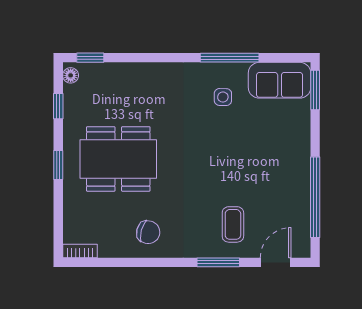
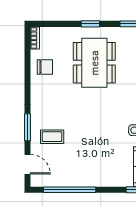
chair: (148, 232) -> (45, 67), moved, turned -105

